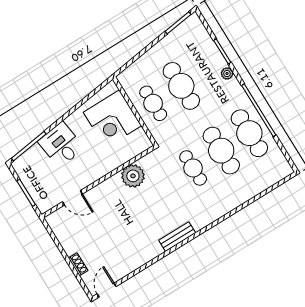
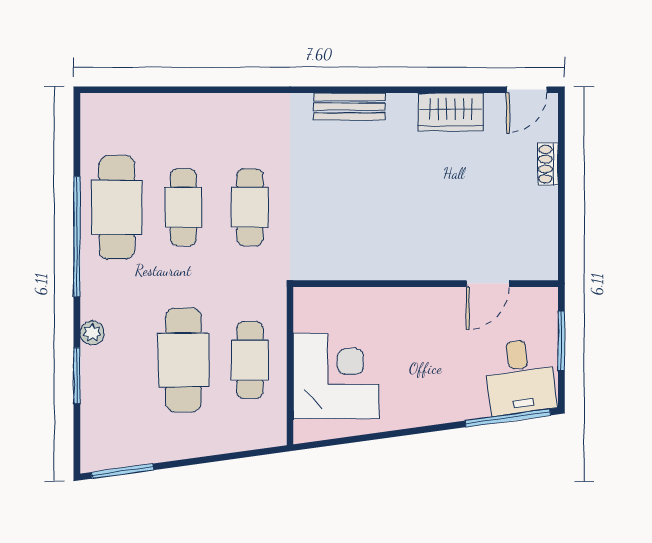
desk: (61, 145) -> (520, 377), moved
cafe table: (221, 151) -> (183, 207), width x0.73, depth x0.74
plant: (133, 176) -> (361, 257), removed
door: (72, 198) -> (488, 284), swing flipped
wardrobe: (133, 261) -> (451, 112), added

